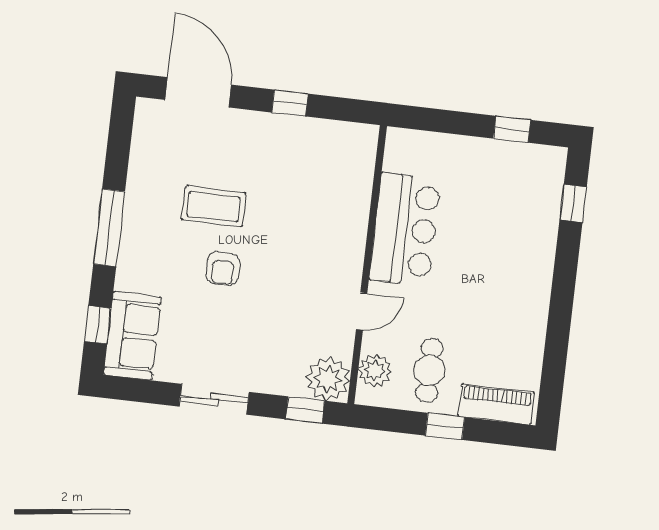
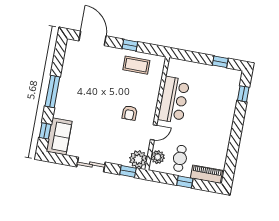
coffee table: (214, 207) -> (136, 65), moved
armchair: (223, 268) -> (130, 113), moved

